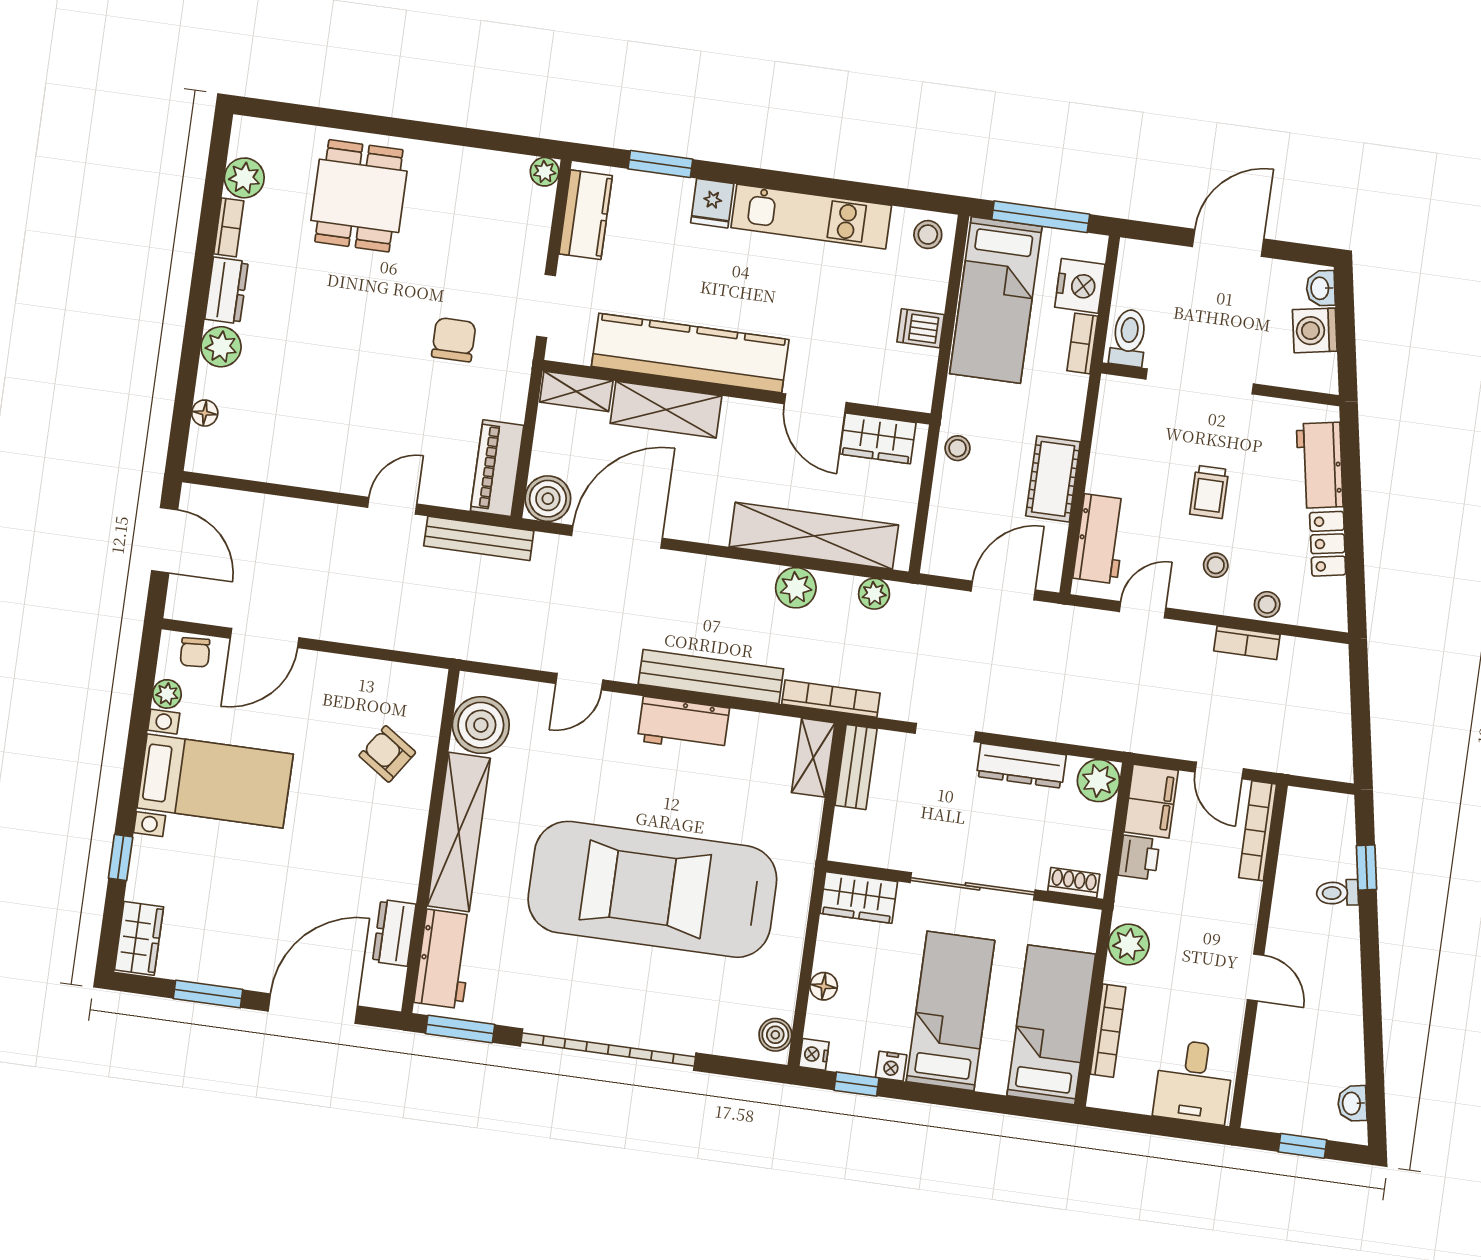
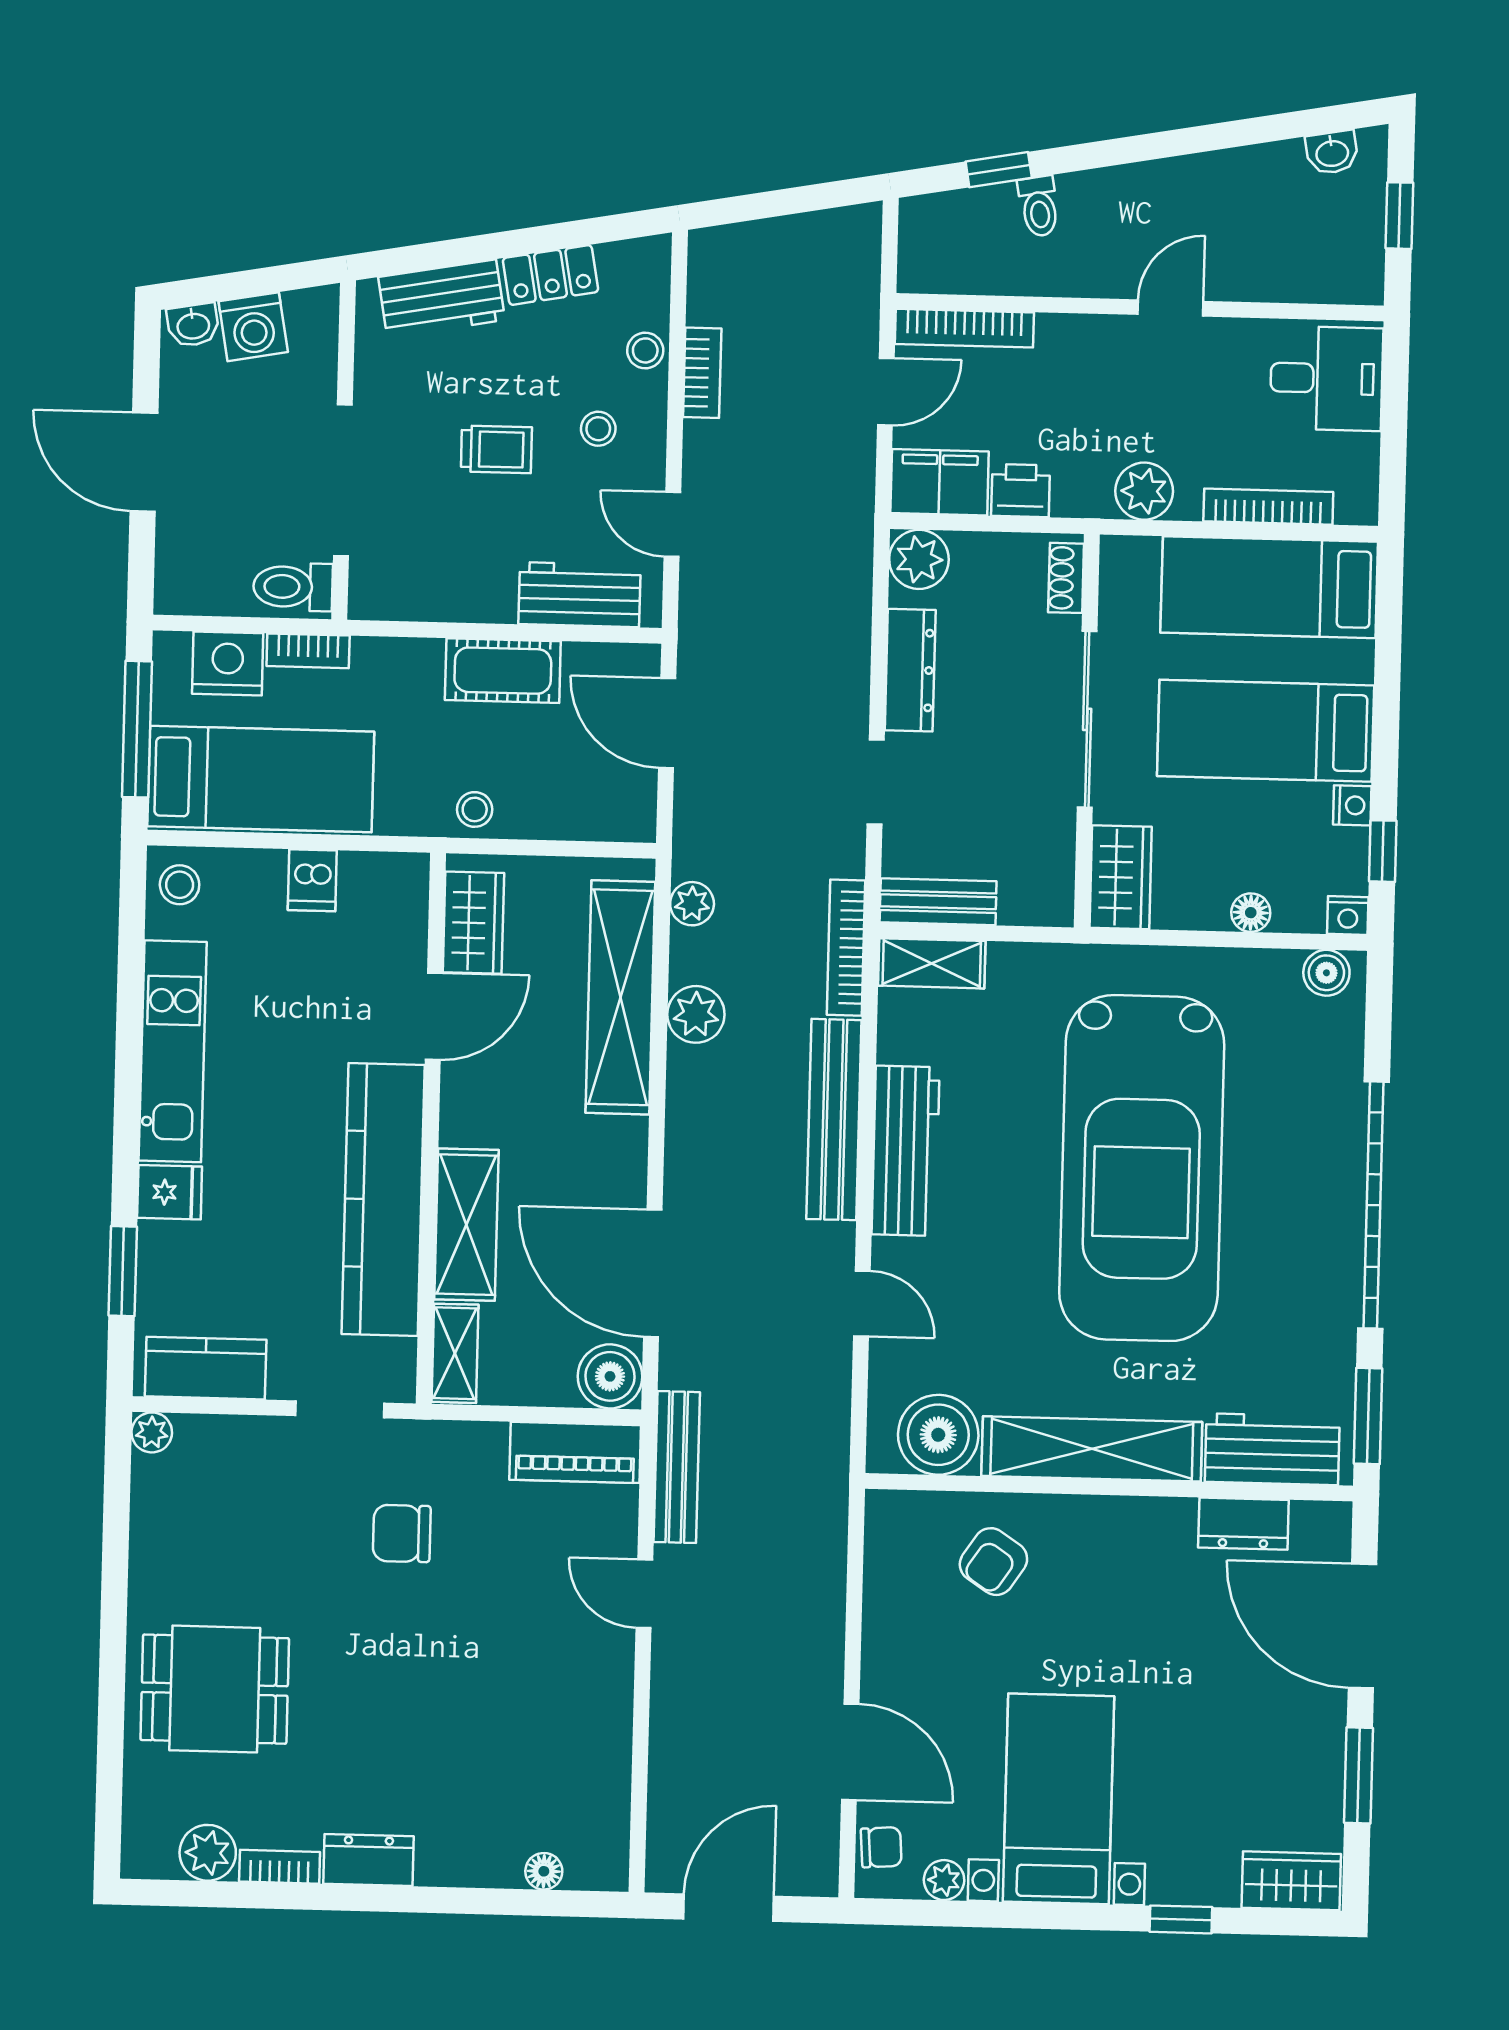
plant: (221, 347) -> (448, 1859), removed
workbench: (683, 724) -> (906, 1151), width x1.38

